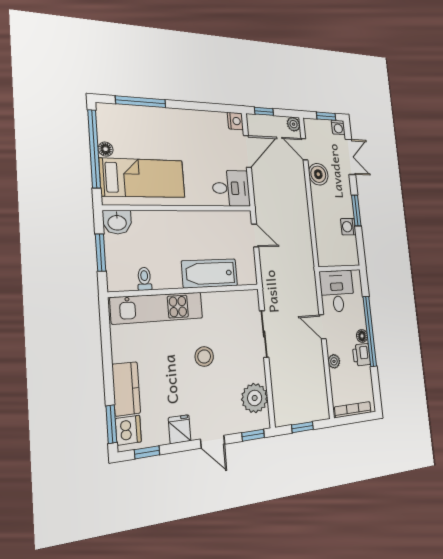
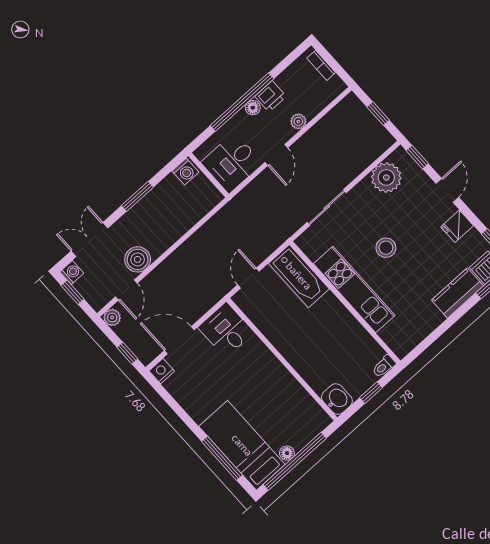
bed: (143, 178) -> (242, 445), moved
washing machine: (348, 227) -> (185, 172), moved
window: (101, 253) -> (371, 393), width x0.67
bathtub: (210, 273) -> (299, 276), moved
toilet: (144, 279) -> (384, 366), moved
kitchen unit: (157, 308) -> (354, 290), moved
bookcase: (353, 410) -> (321, 65), width x0.64

